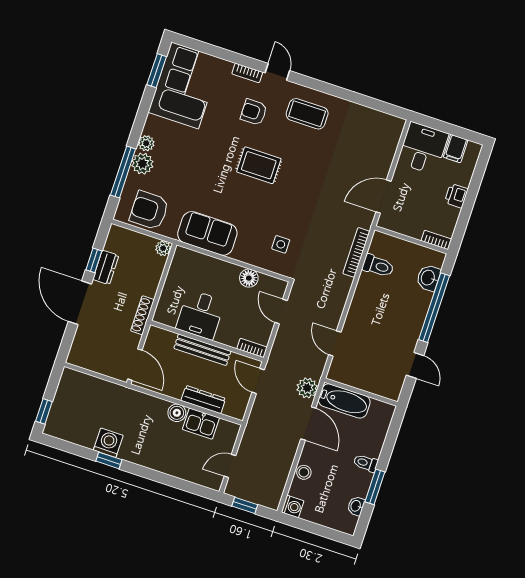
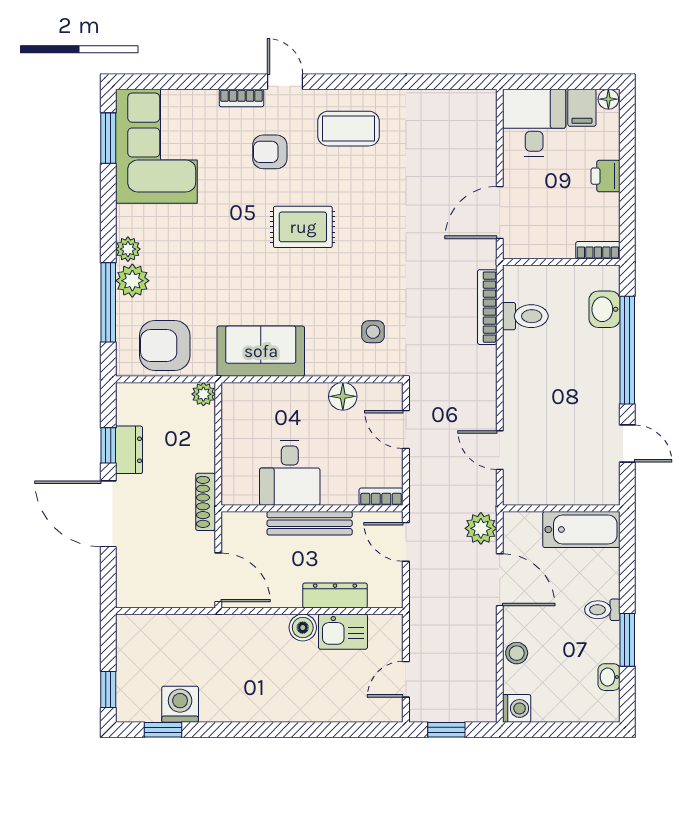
floor lamp: (474, 149) -> (608, 99), added
bathtub: (344, 401) -> (581, 530), moved
washing machine: (108, 443) -> (180, 704), moved
window: (109, 460) -> (163, 730), moved

